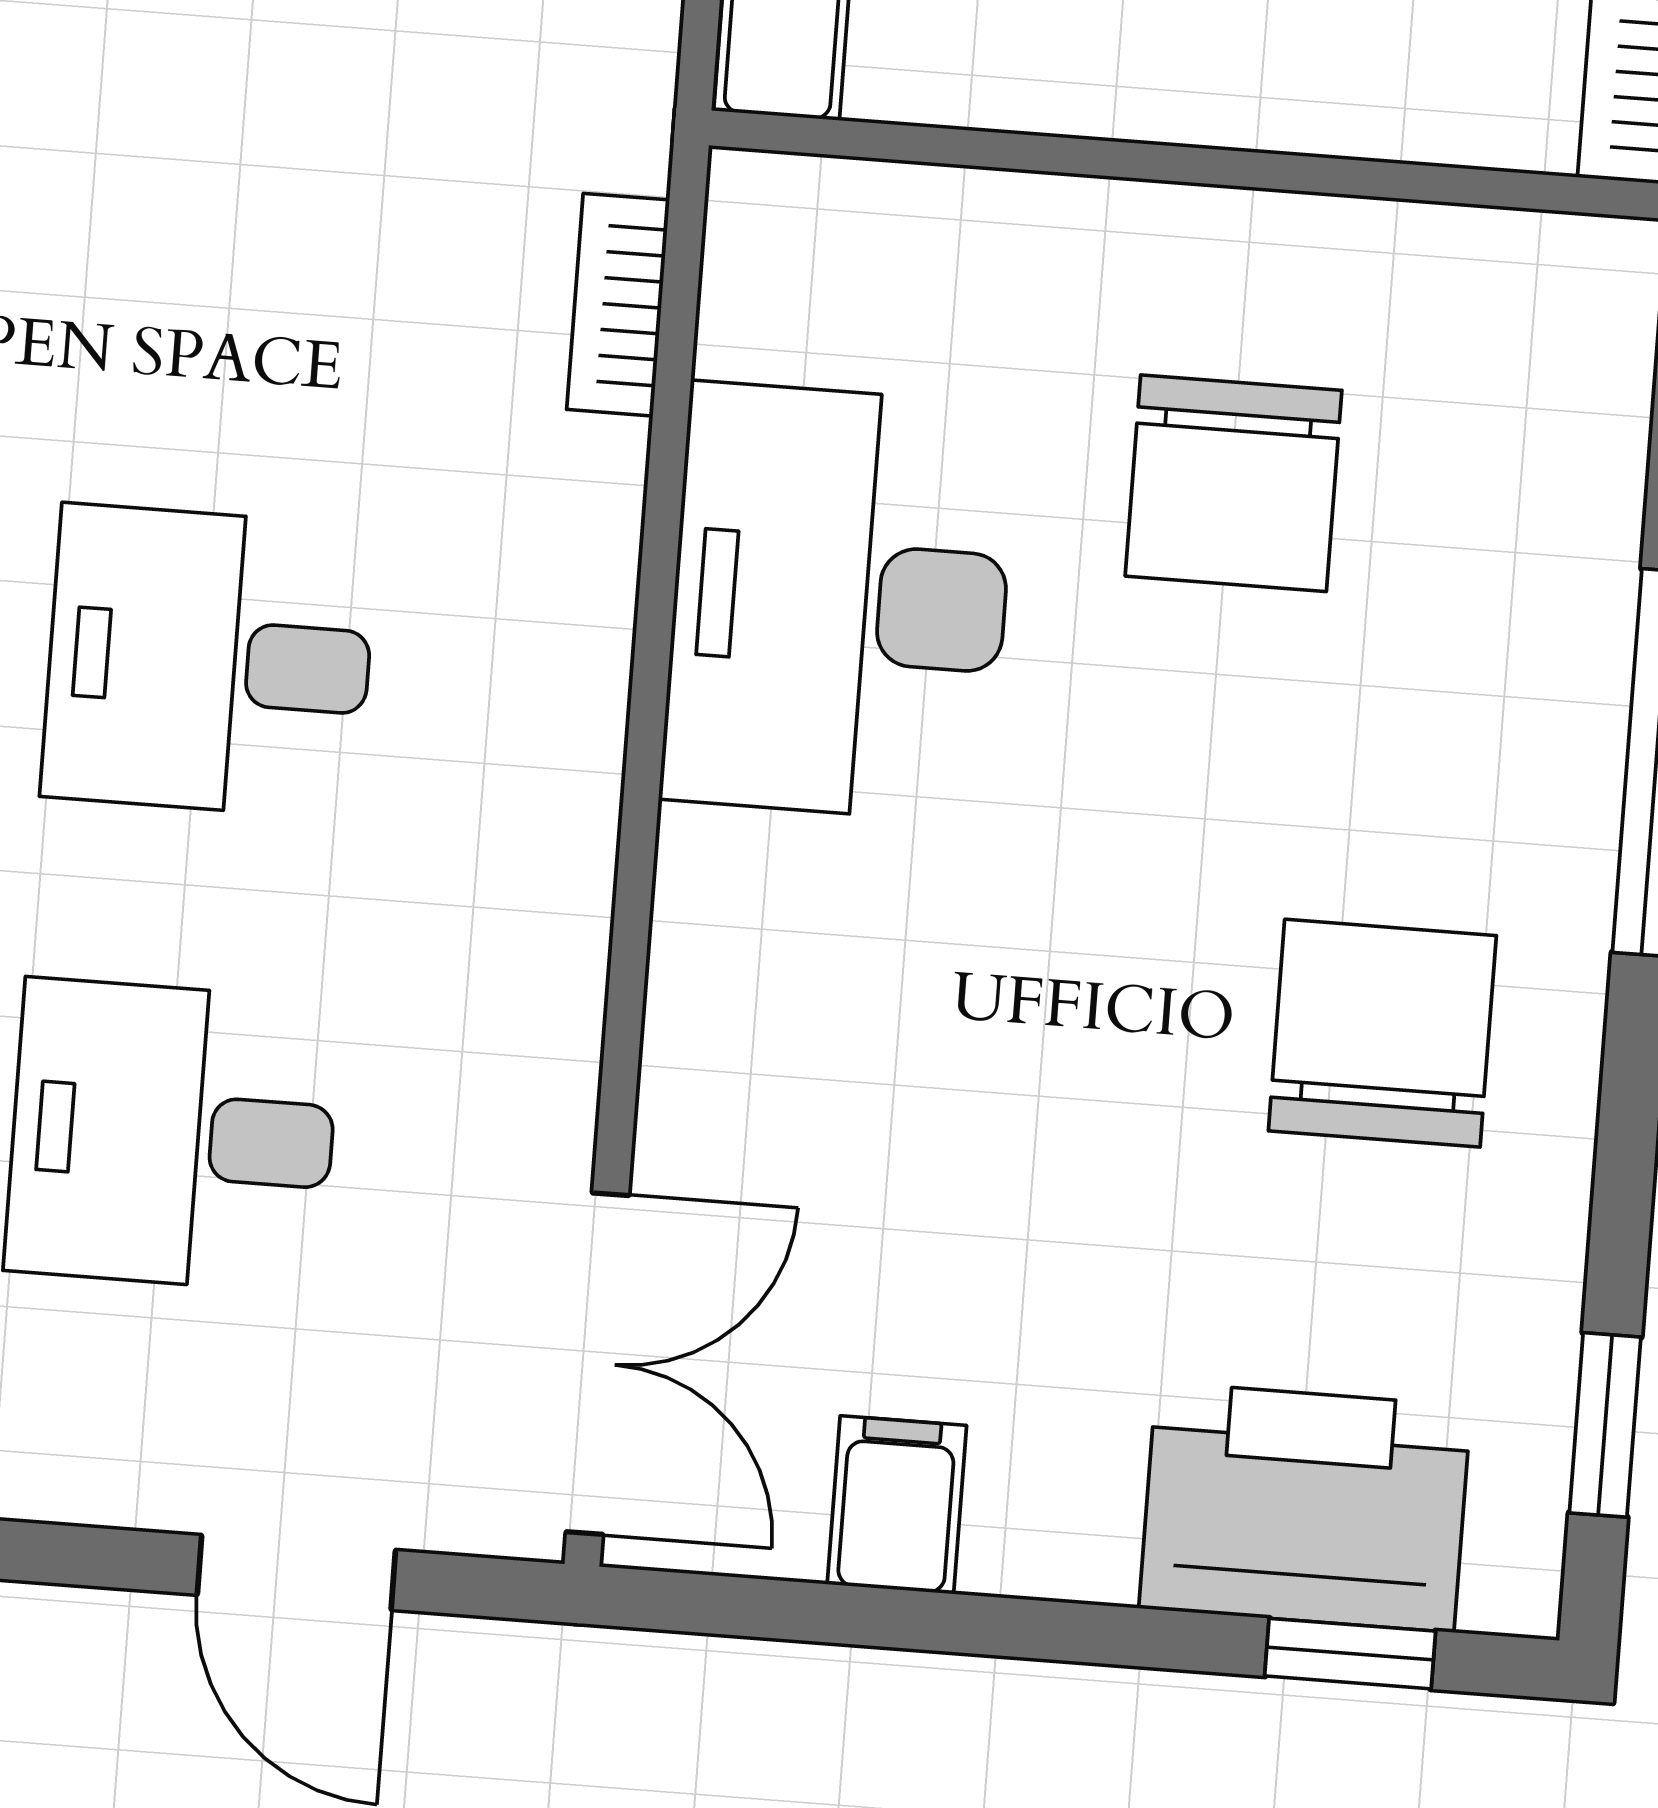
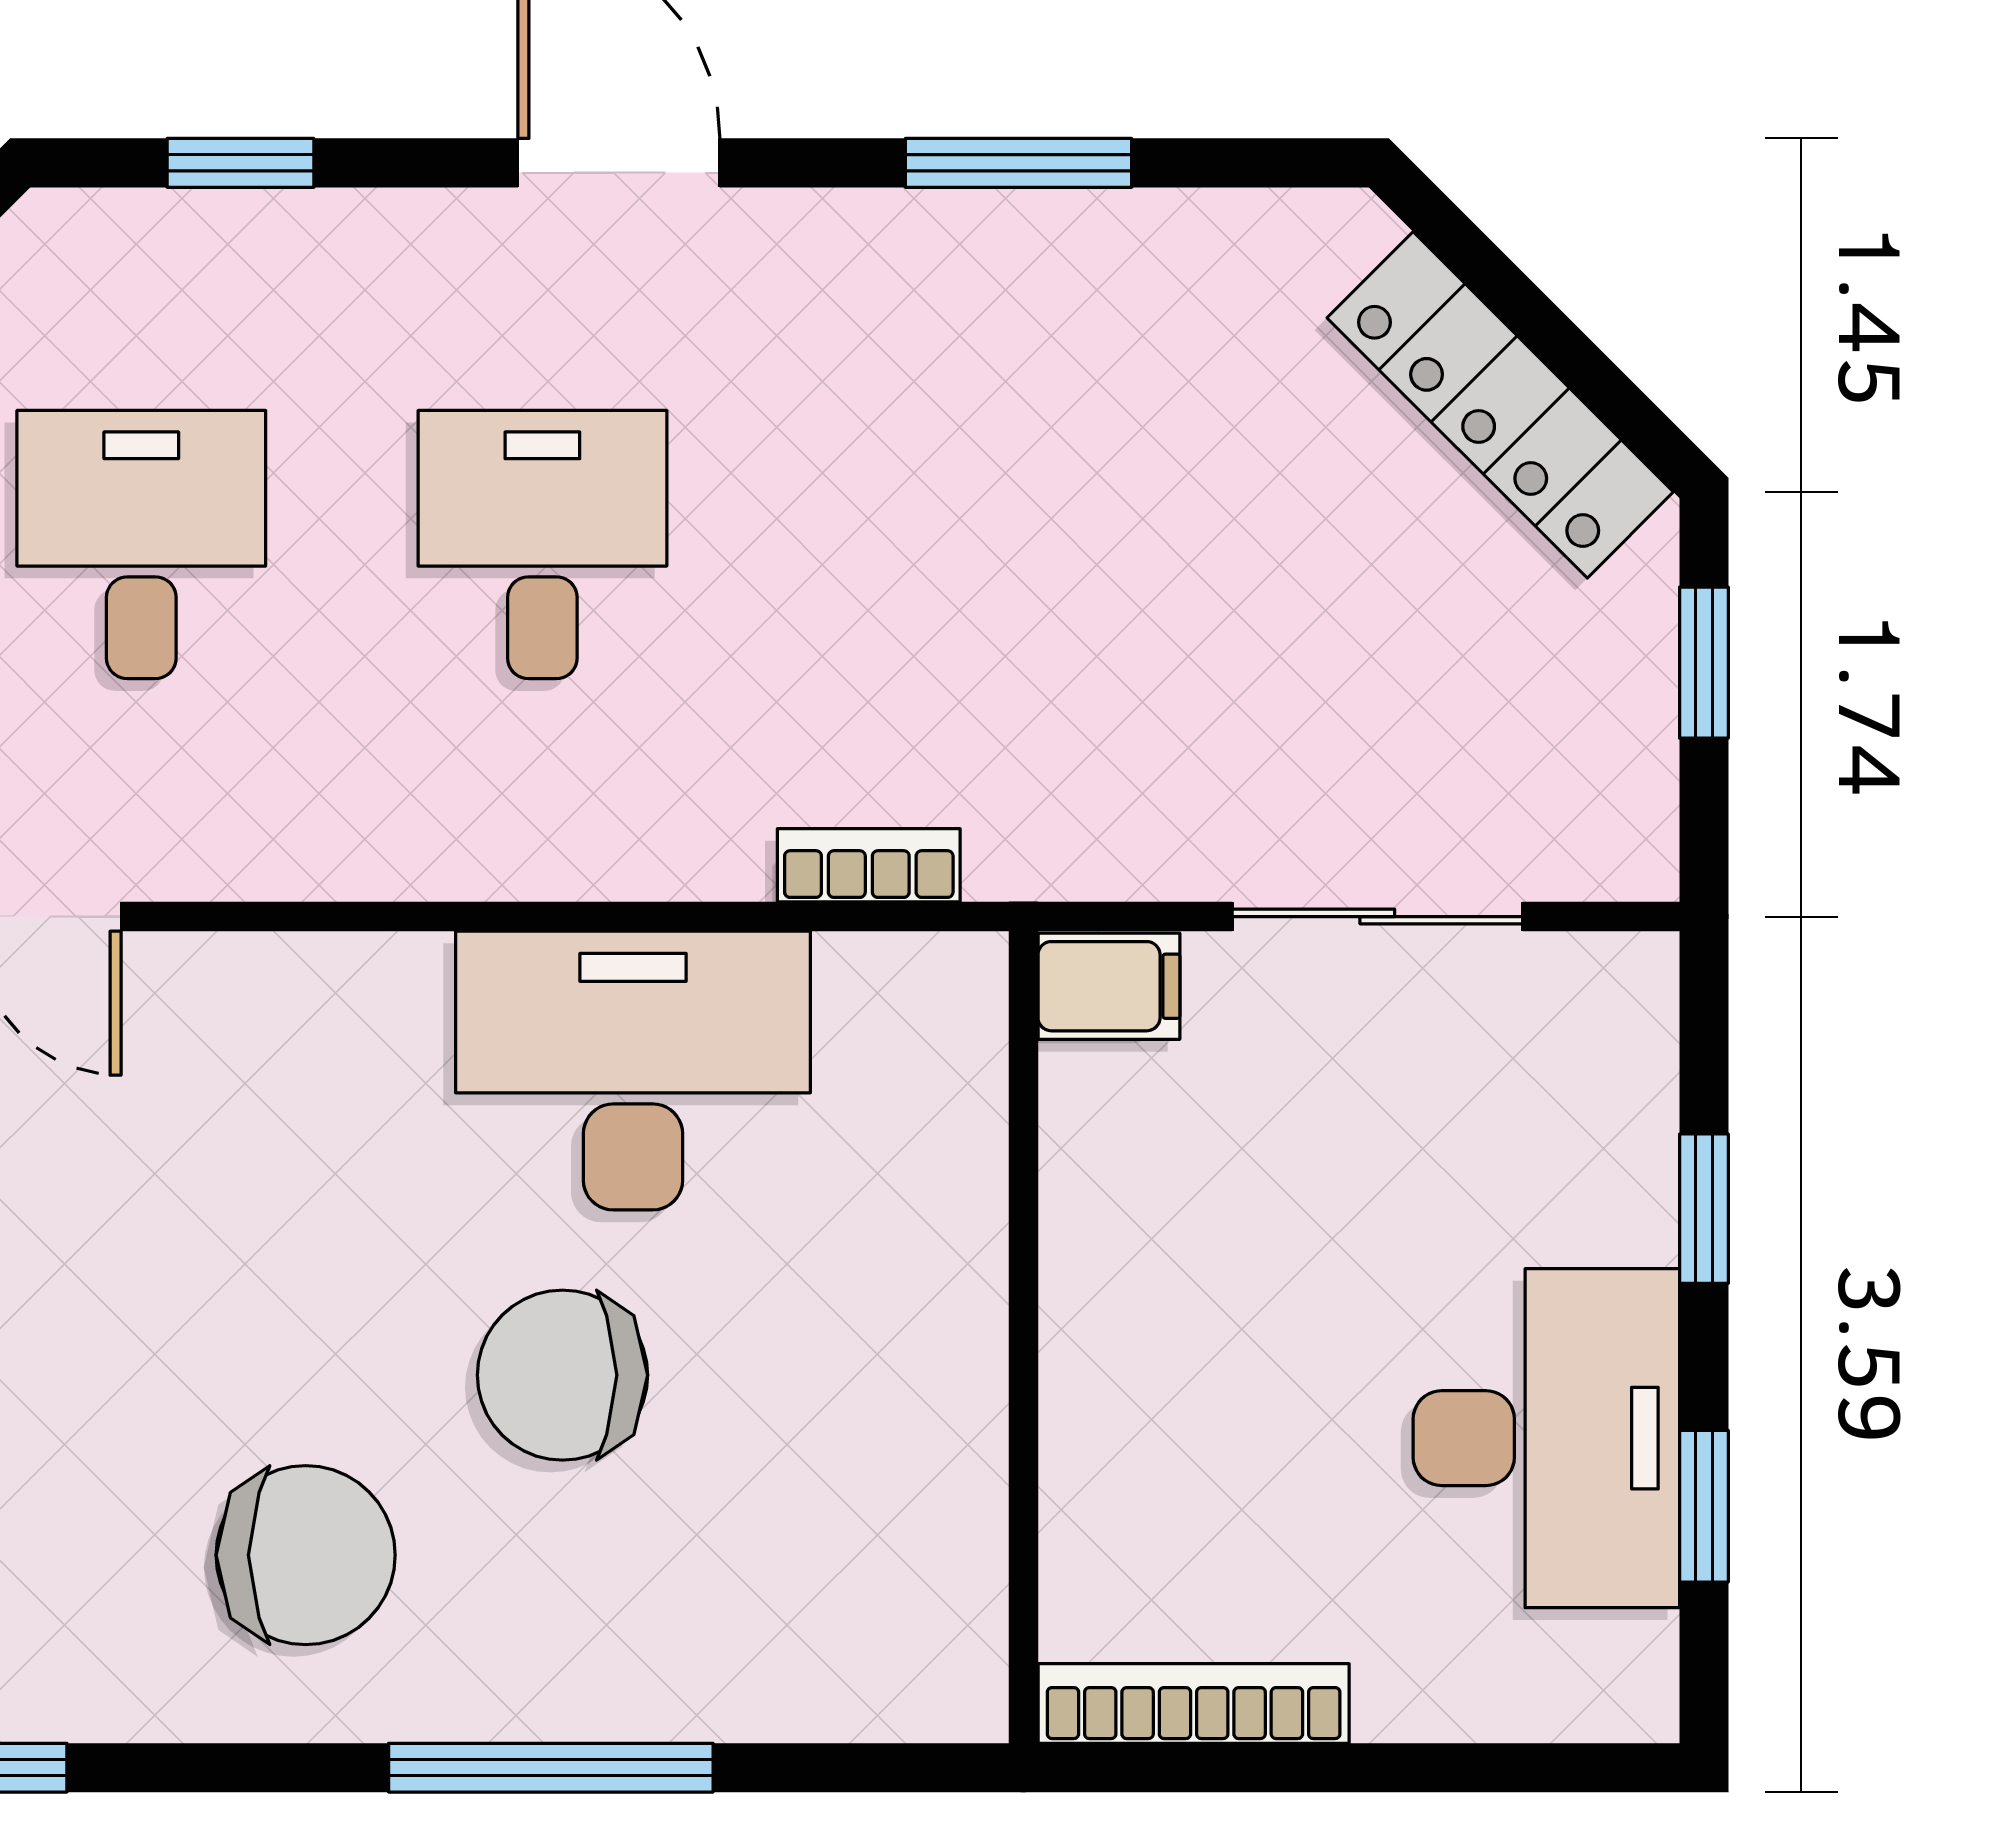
chair: (1234, 483) -> (562, 1375), moved

